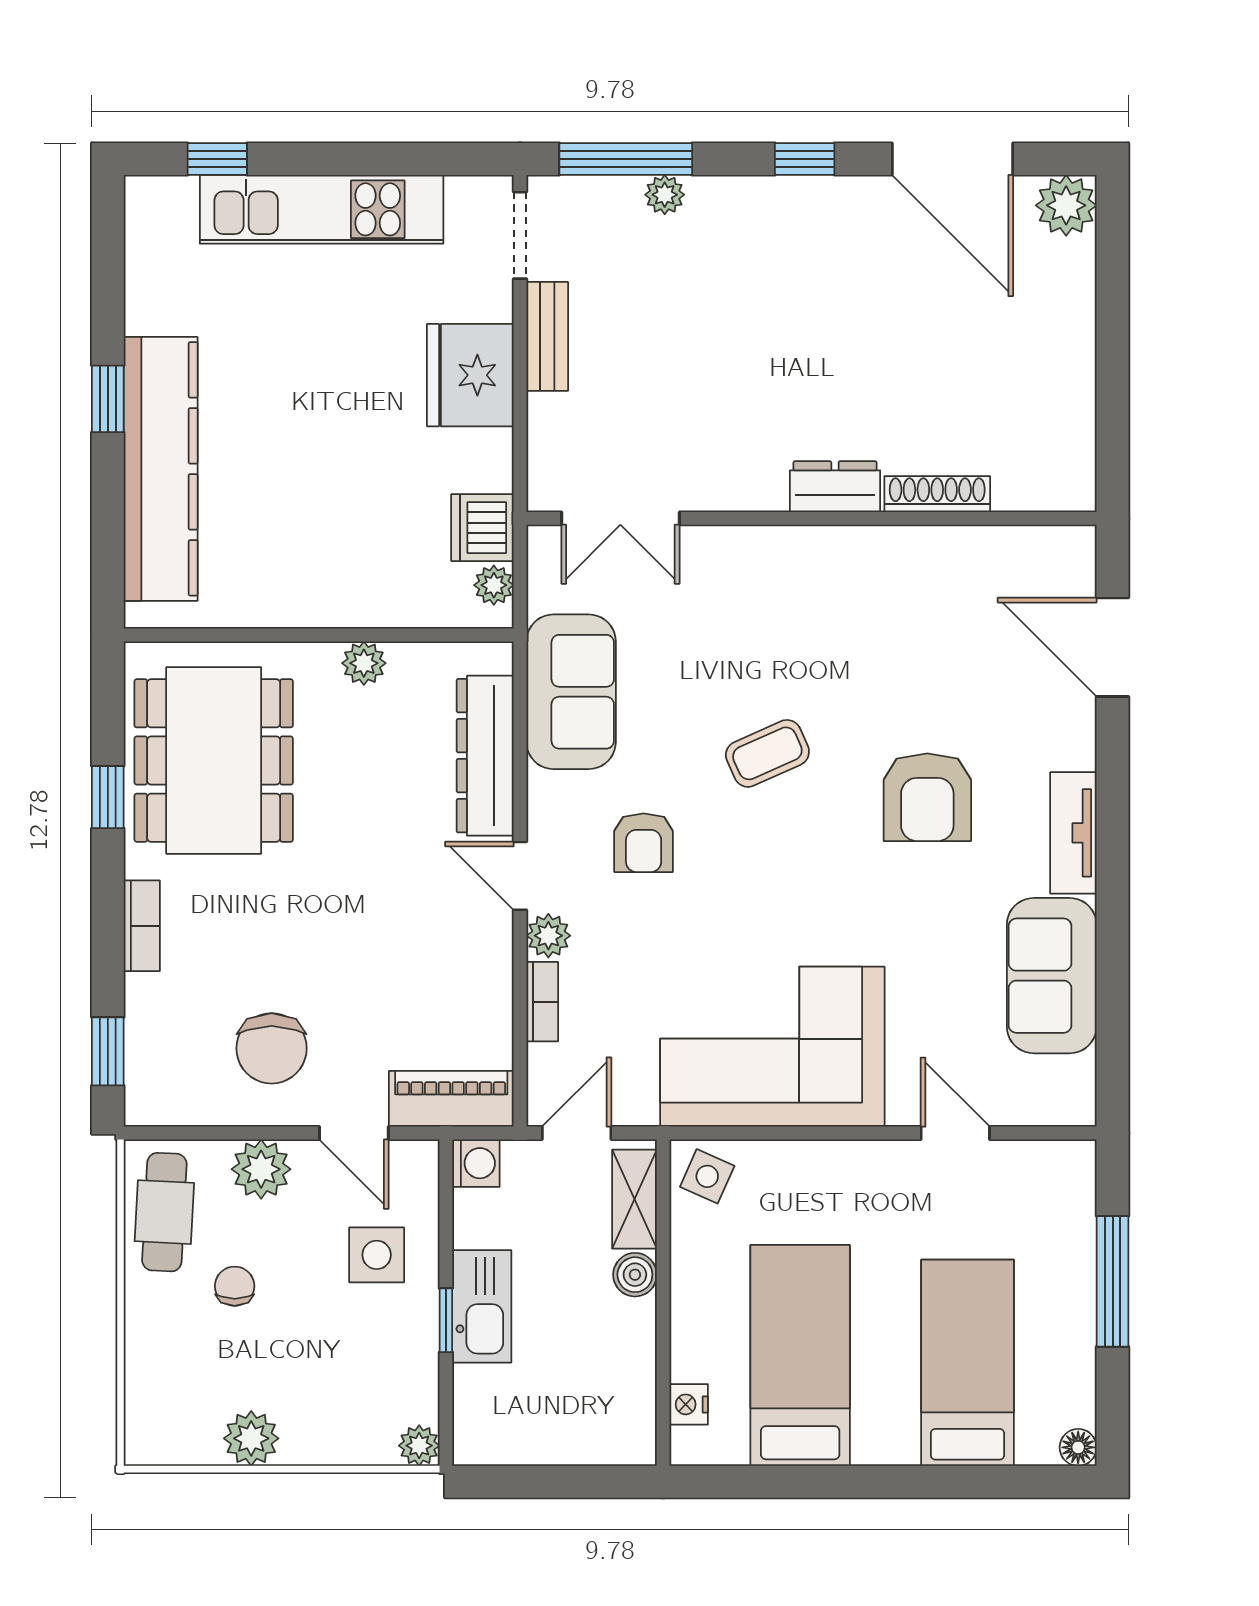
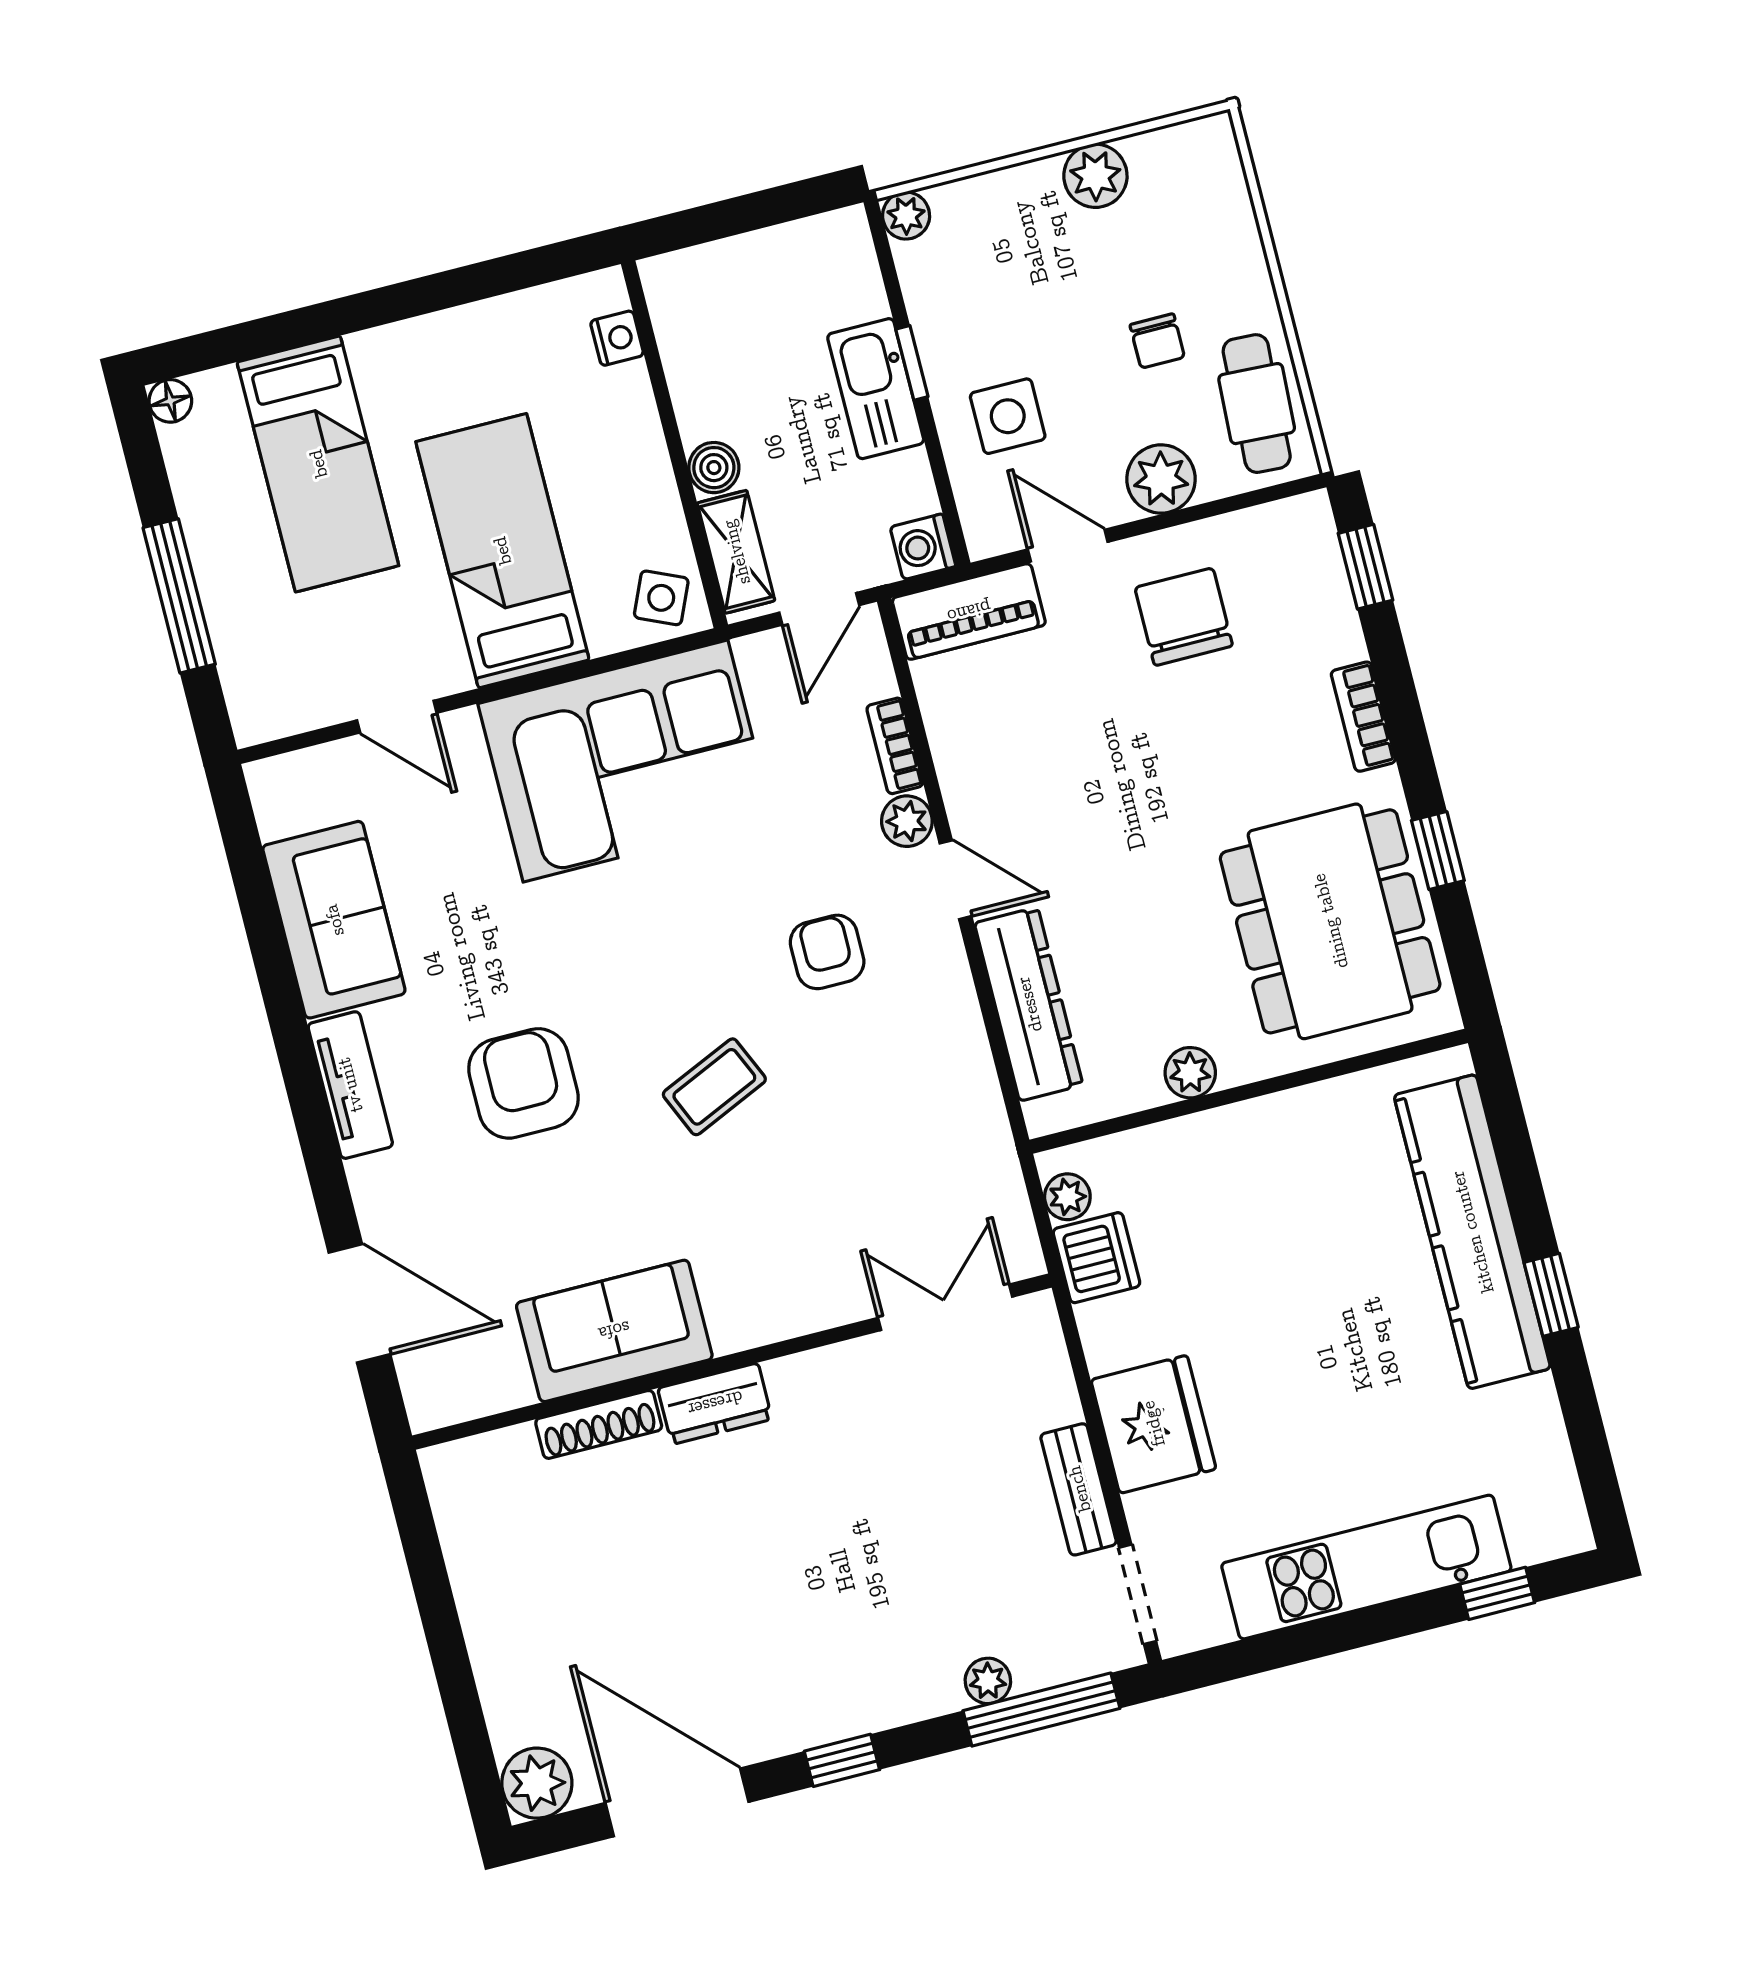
sofa: (571, 692) -> (614, 1331), moved, turned 90
bed: (800, 1355) -> (502, 551), moved, turned 180

